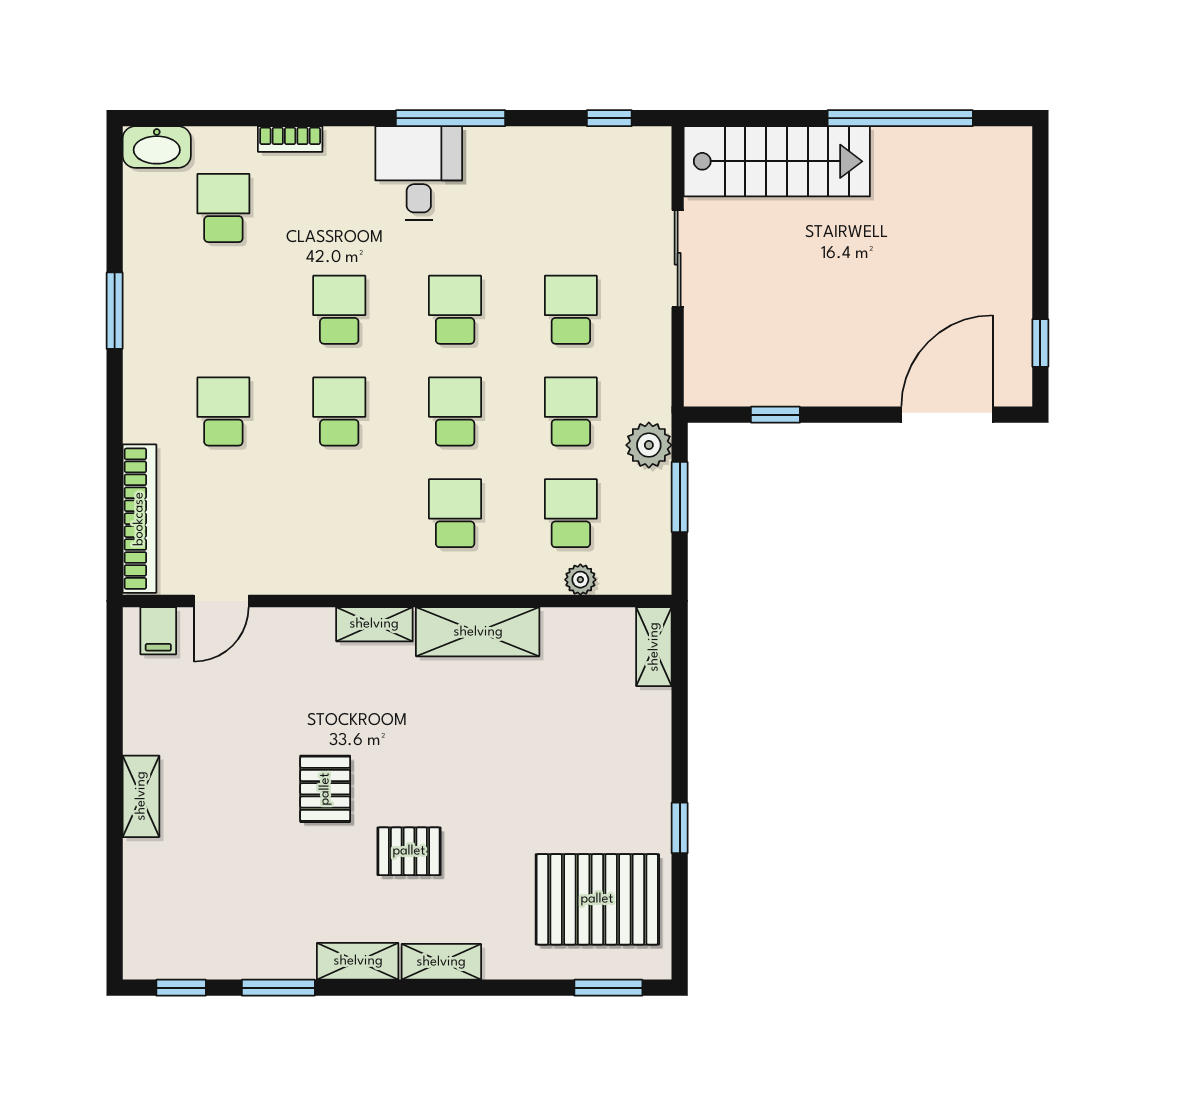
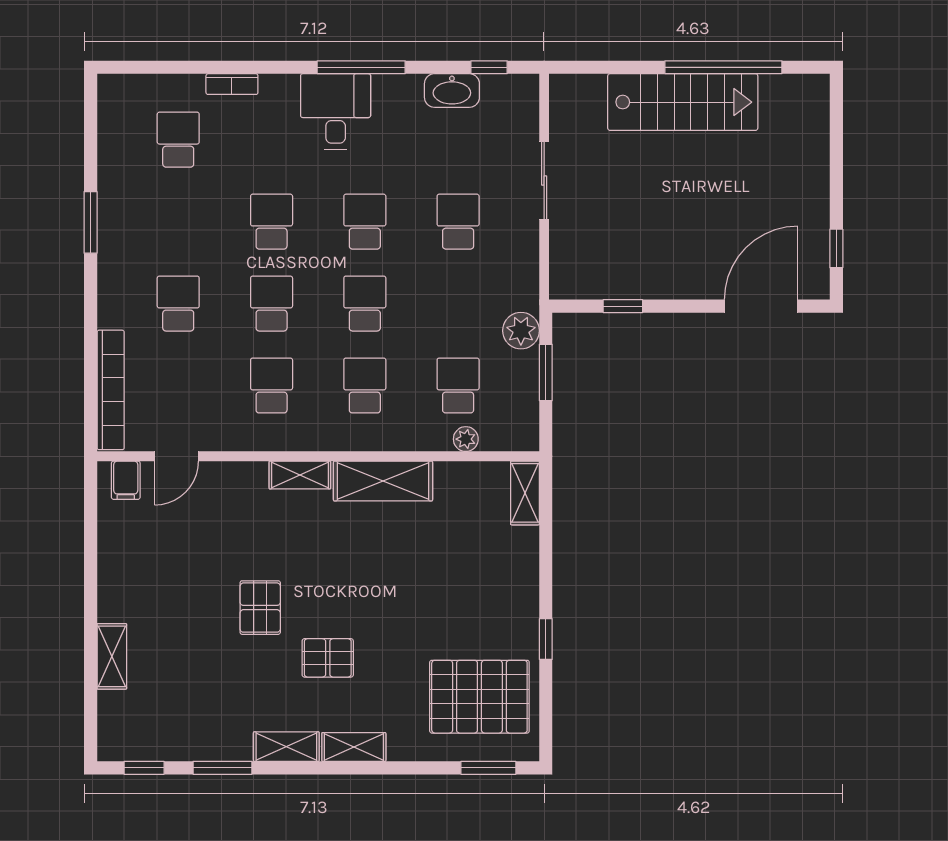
washbasin: (157, 147) -> (452, 91), moved
stairs: (777, 161) -> (683, 102), moved
school desk: (571, 411) -> (272, 386), moved
shelving: (141, 796) -> (112, 656), moved

